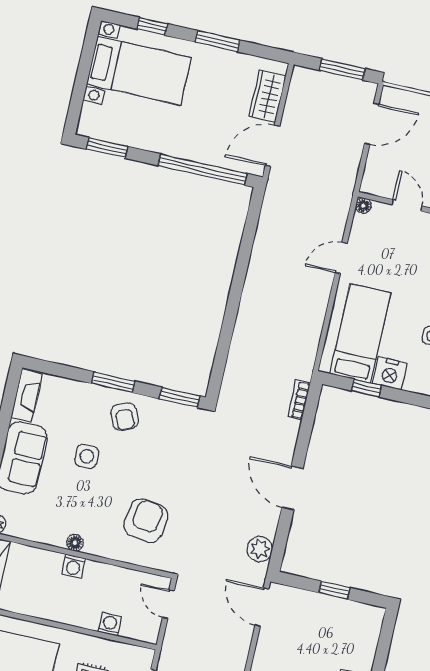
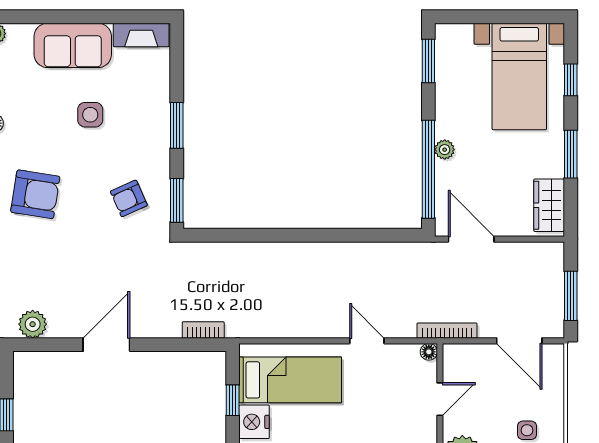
wardrobe: (267, 96) -> (549, 205), moved, turned -90
plant: (188, 151) -> (445, 150), added
bookcase: (348, 185) -> (447, 331), added
armchair: (124, 417) -> (129, 198), moved

